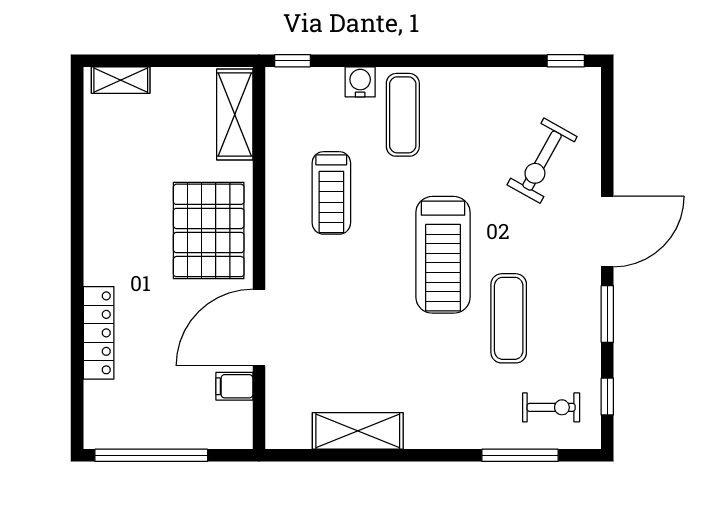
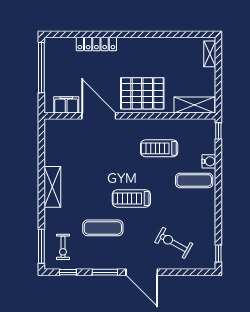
treadmill: (443, 255) -> (131, 198), width x0.73, depth x0.73
filing cabinet: (234, 386) -> (66, 105), width x2.00
shelving: (358, 431) -> (52, 187), moved
window: (520, 455) -> (41, 246), moved

